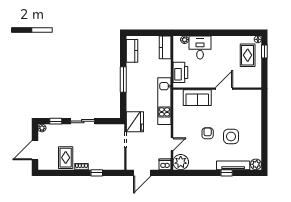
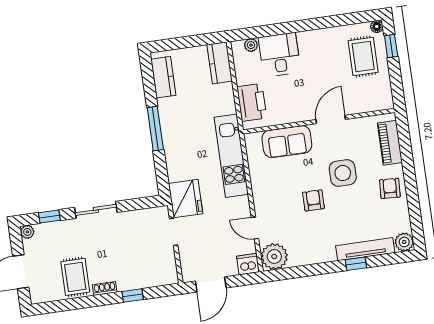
piano: (256, 107) -> (390, 143), added
armchair: (252, 133) -> (390, 188), added
side table: (231, 136) -> (343, 173), moved
door: (172, 144) -> (255, 228), swing flipped

